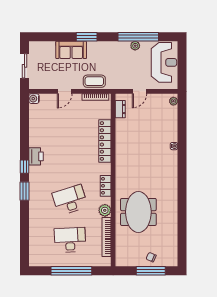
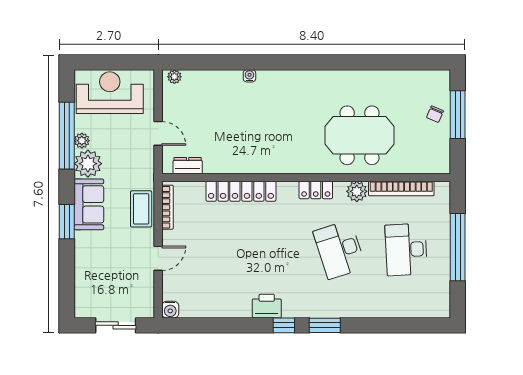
plant: (121, 49) -> (88, 164), added
sofa: (71, 50) -> (89, 204), moved
door: (65, 91) -> (158, 258), hinge flipped

